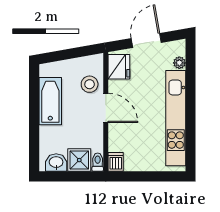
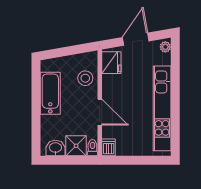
plant: (179, 63) -> (165, 47), moved
door: (106, 108) -> (100, 112), moved

